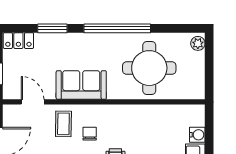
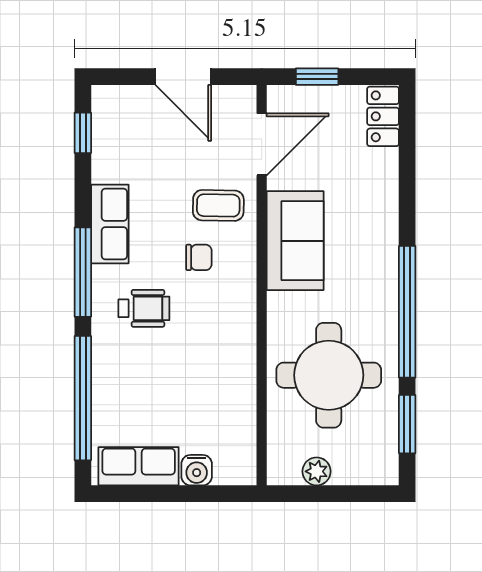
window: (52, 28) -> (407, 424), moved
plant: (198, 43) -> (317, 471), moved
door: (33, 102) -> (262, 144), width x1.38

